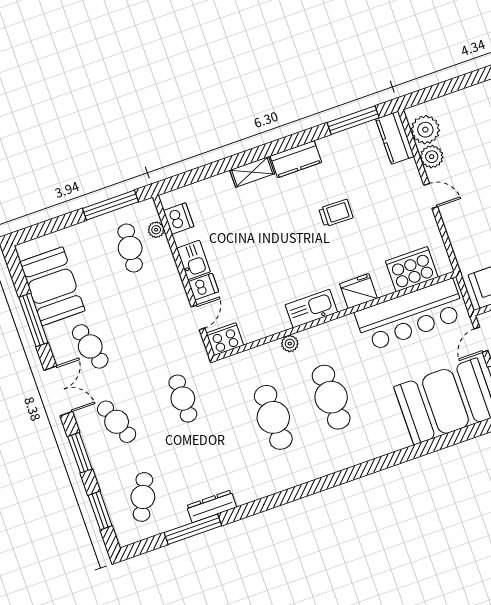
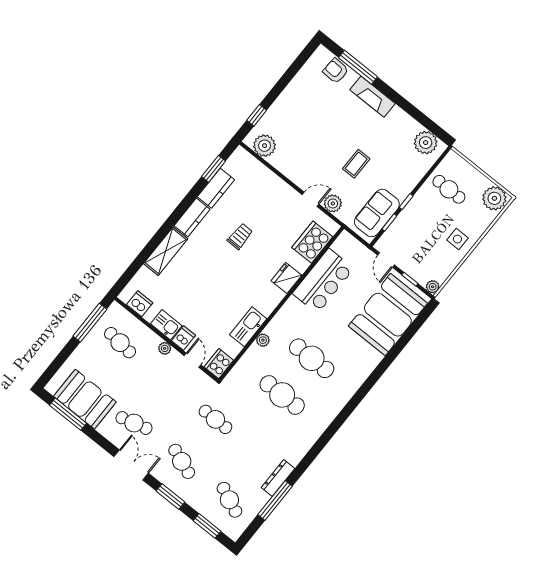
window: (438, 91) -> (257, 115), added
window: (353, 120) -> (214, 169), width x0.69
kitchen counter: (395, 138) -> (216, 188), moved, turned -90
plant: (432, 157) -> (333, 203), moved
shelving: (252, 172) -> (166, 251), width x1.50, depth x1.33
door: (431, 196) -> (311, 199), moved
plant: (156, 230) -> (165, 348), moved
kitchen sink: (311, 309) -> (248, 327), moved
bar counter: (410, 315) -> (323, 281), width x0.73
window: (33, 320) -> (68, 414), moved
cafe table: (117, 422) -> (182, 461), turned 42

